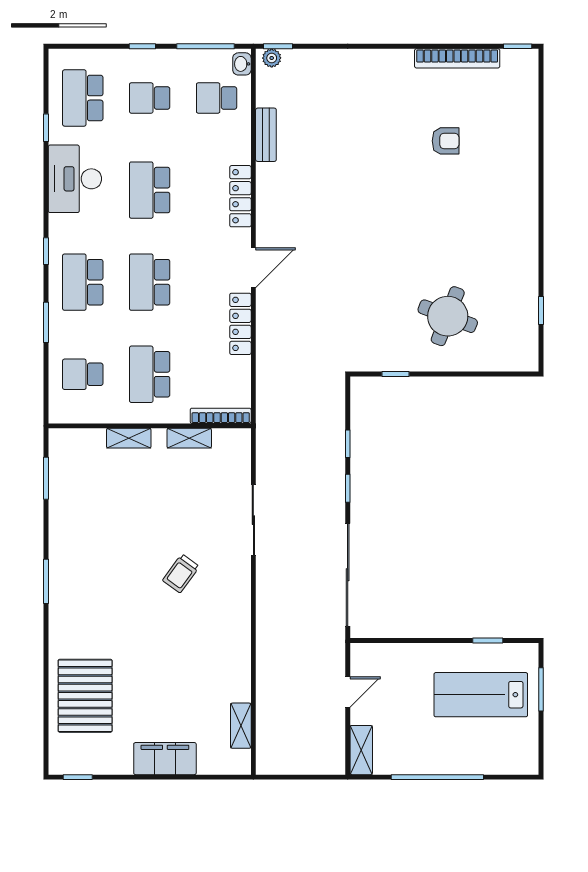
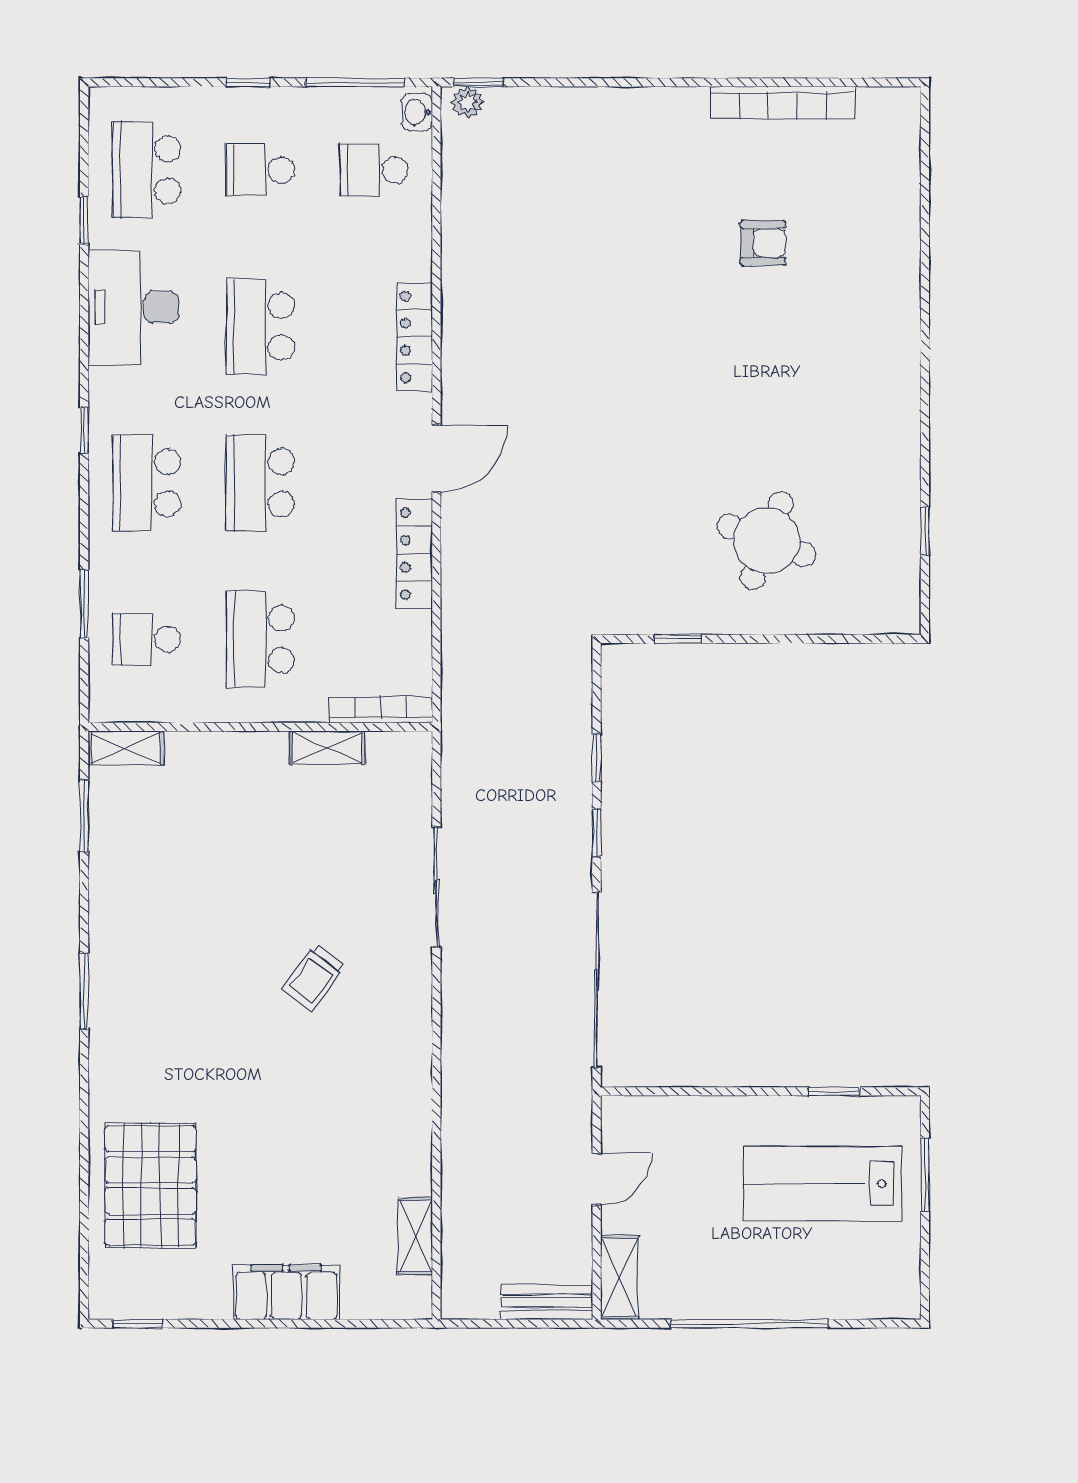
window: (518, 46) -> (885, 82), removed
bench: (266, 135) -> (547, 1302), moved, turned 90
window: (46, 322) -> (84, 604), moved
shelving: (129, 438) -> (126, 748), moved

